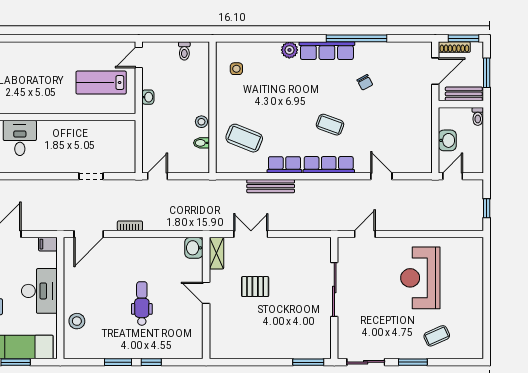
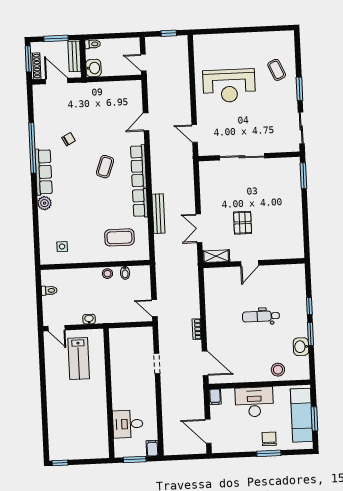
coffee table: (244, 138) -> (119, 237), turned 68
washbasin: (447, 140) -> (94, 68), moved, turned 90
washbasin: (194, 248) -> (301, 347), moved, turned 90

